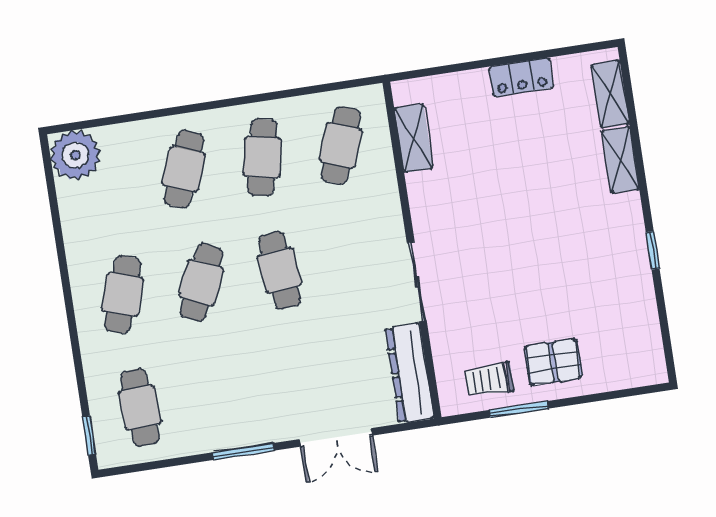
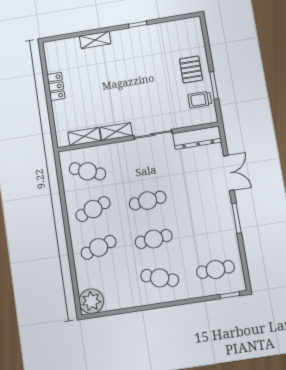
shelving: (610, 94) -> (116, 132), moved
cafe table: (262, 157) -> (93, 209), turned -33
cafe table: (184, 169) -> (99, 247), turned -39
cafe table: (201, 282) -> (154, 239), turned -30
trolley: (489, 380) -> (200, 100), turned 90

